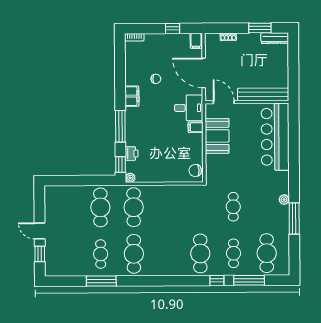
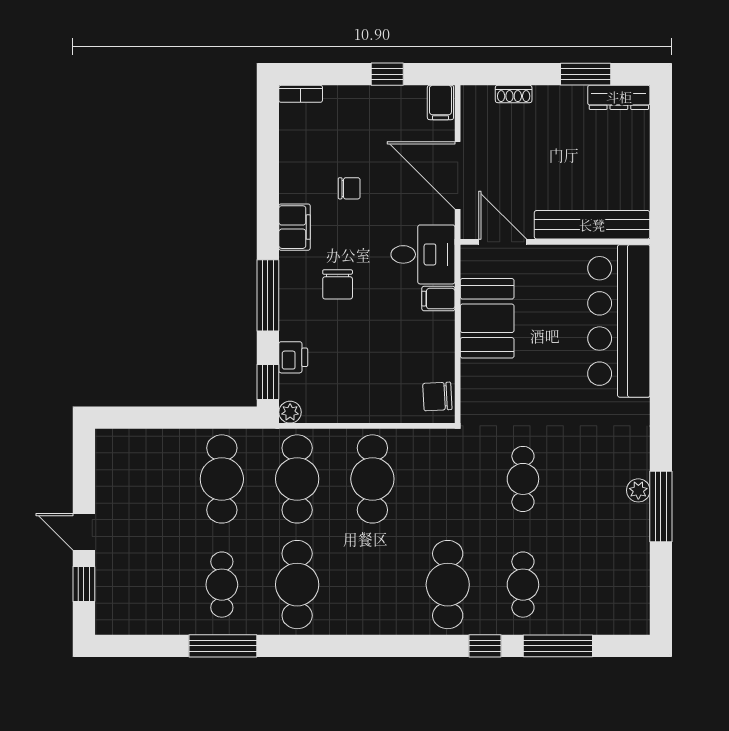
chair: (151, 121) -> (338, 284), added
plant: (284, 200) -> (638, 490), moved
cafe table: (267, 253) -> (372, 479), moved

